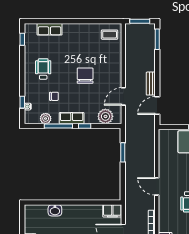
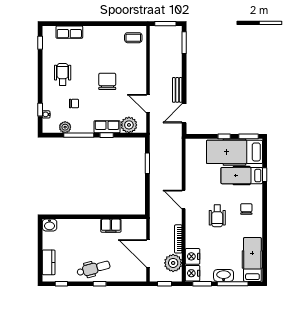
door: (123, 96) -> (148, 104), hinge flipped
row of seats: (72, 118) -> (107, 127), moved
washbasin: (55, 210) -> (50, 225), moved
filing cabinet: (112, 211) -> (111, 226), moved

